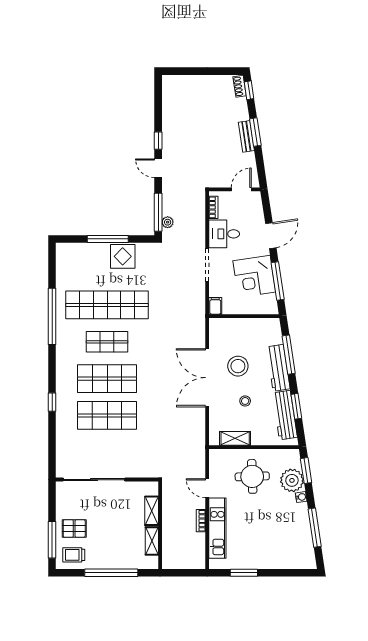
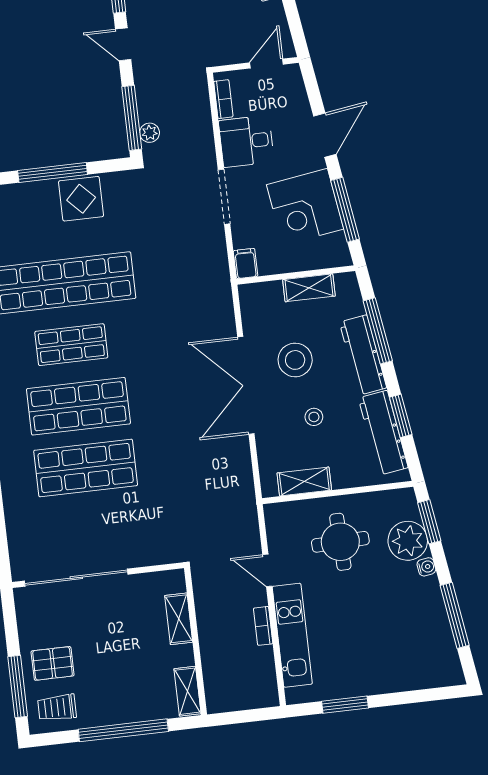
shelving: (251, 325) -> (309, 288), added
shelving: (152, 541) -> (187, 691), moved

